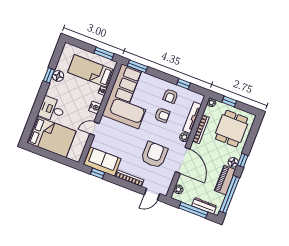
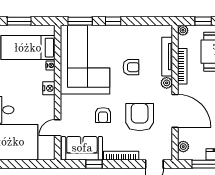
window: (104, 53) -> (19, 21), moved
window: (183, 84) -> (113, 21), moved
armchair: (170, 96) -> (103, 115), moved
door: (94, 129) -> (58, 128), moved
window: (98, 173) -> (94, 164), moved

